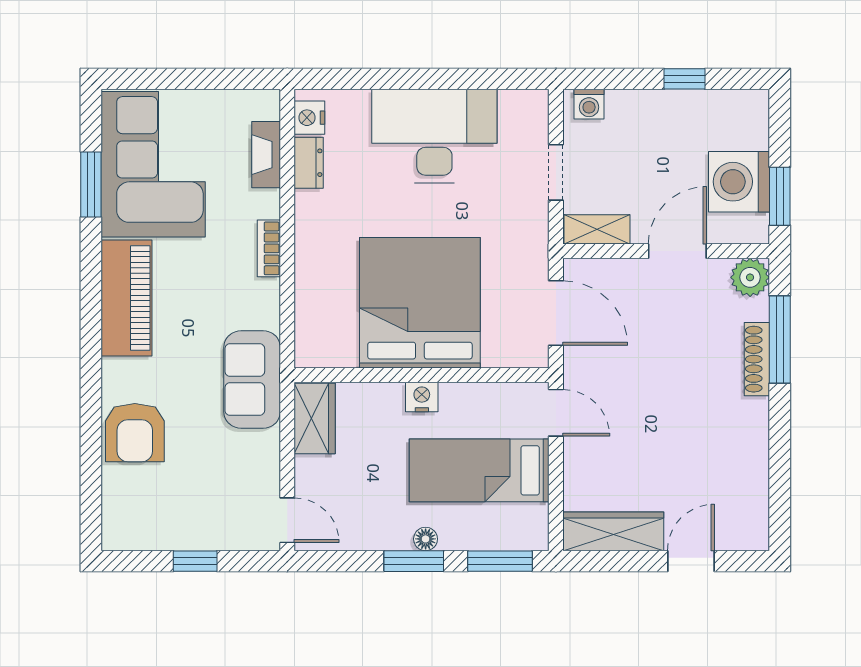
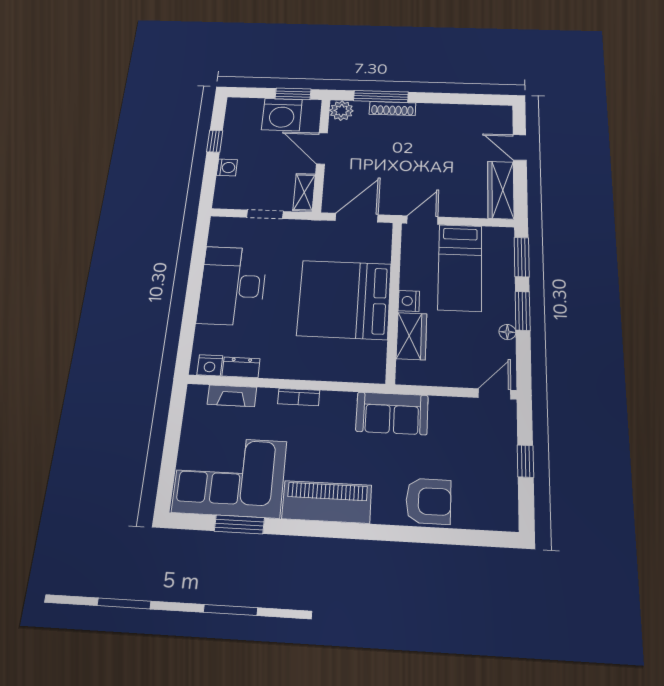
washing machine: (589, 104) -> (227, 167), moved
wardrobe: (315, 418) -> (411, 336), moved, turned 90
floor lamp: (426, 539) -> (507, 332), moved

